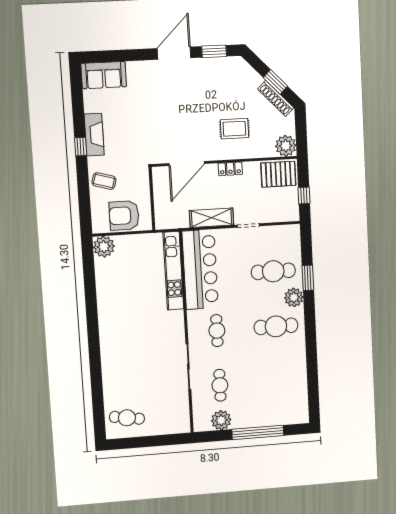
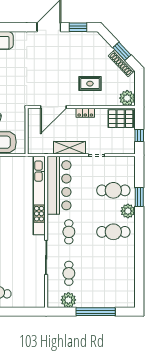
kitchen unit: (173, 271) -> (39, 196), width x1.36

